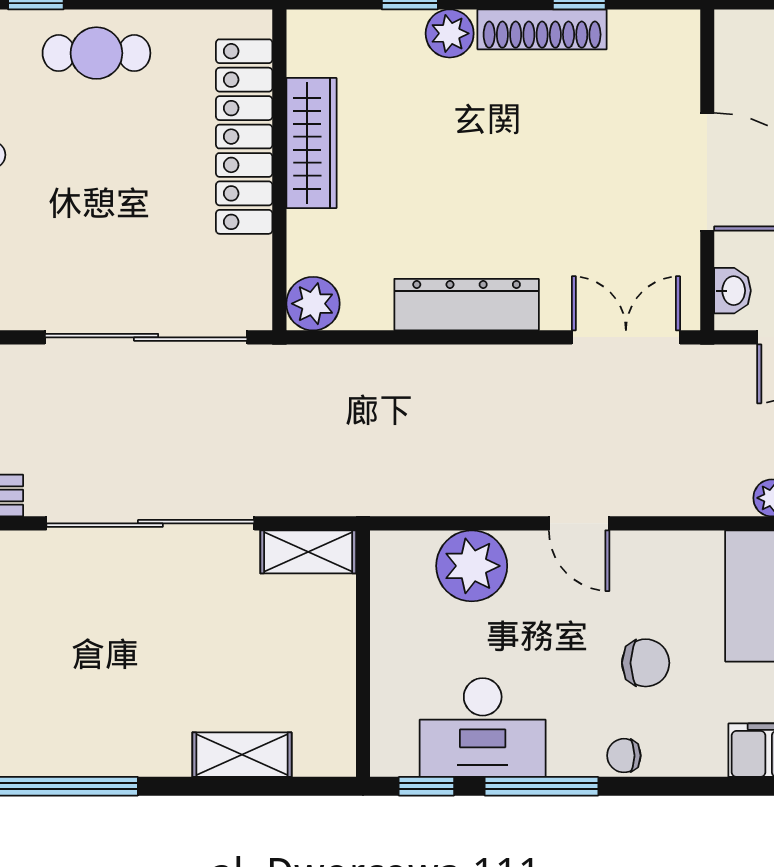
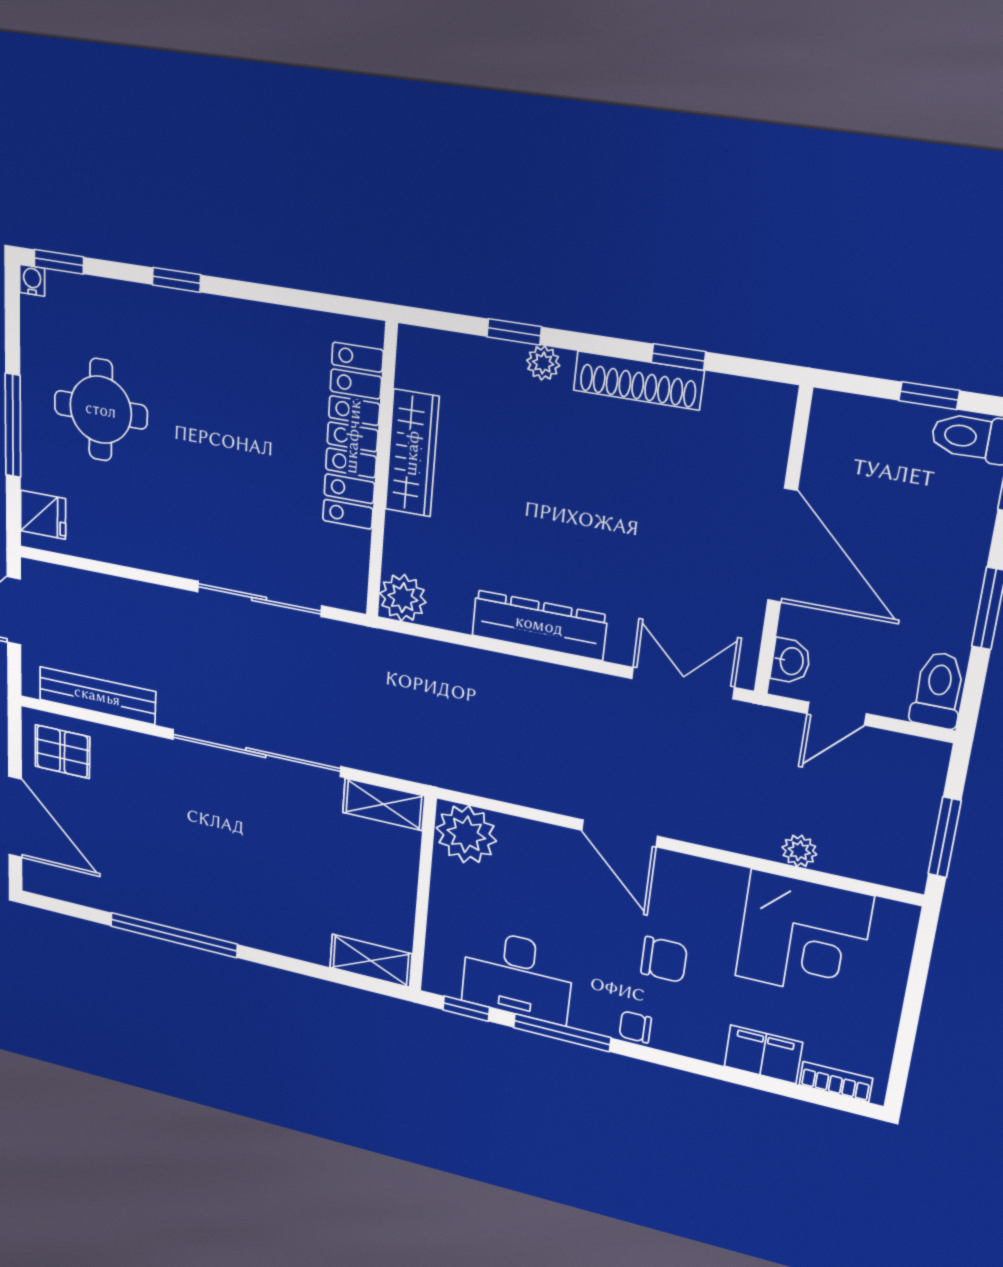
plant: (450, 33) -> (543, 363), width x0.73, depth x0.73
cafe table: (96, 53) -> (227, 338), removed
sliding door: (146, 337) -> (259, 599), width x0.73
door: (579, 523) -> (619, 833), width x1.38
plant: (472, 566) -> (466, 834), moved
shelving: (242, 755) -> (371, 961), moved

